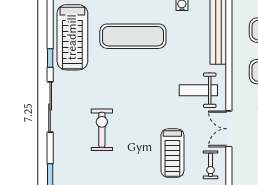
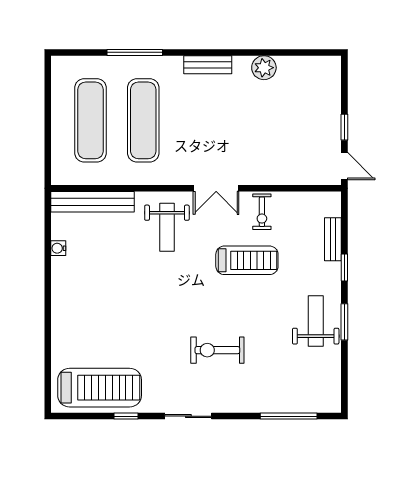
exercise mat: (133, 36) -> (98, 311), removed
sliding door: (50, 107) -> (188, 416), width x0.73
exercise bike: (211, 165) -> (262, 212), turned 90

